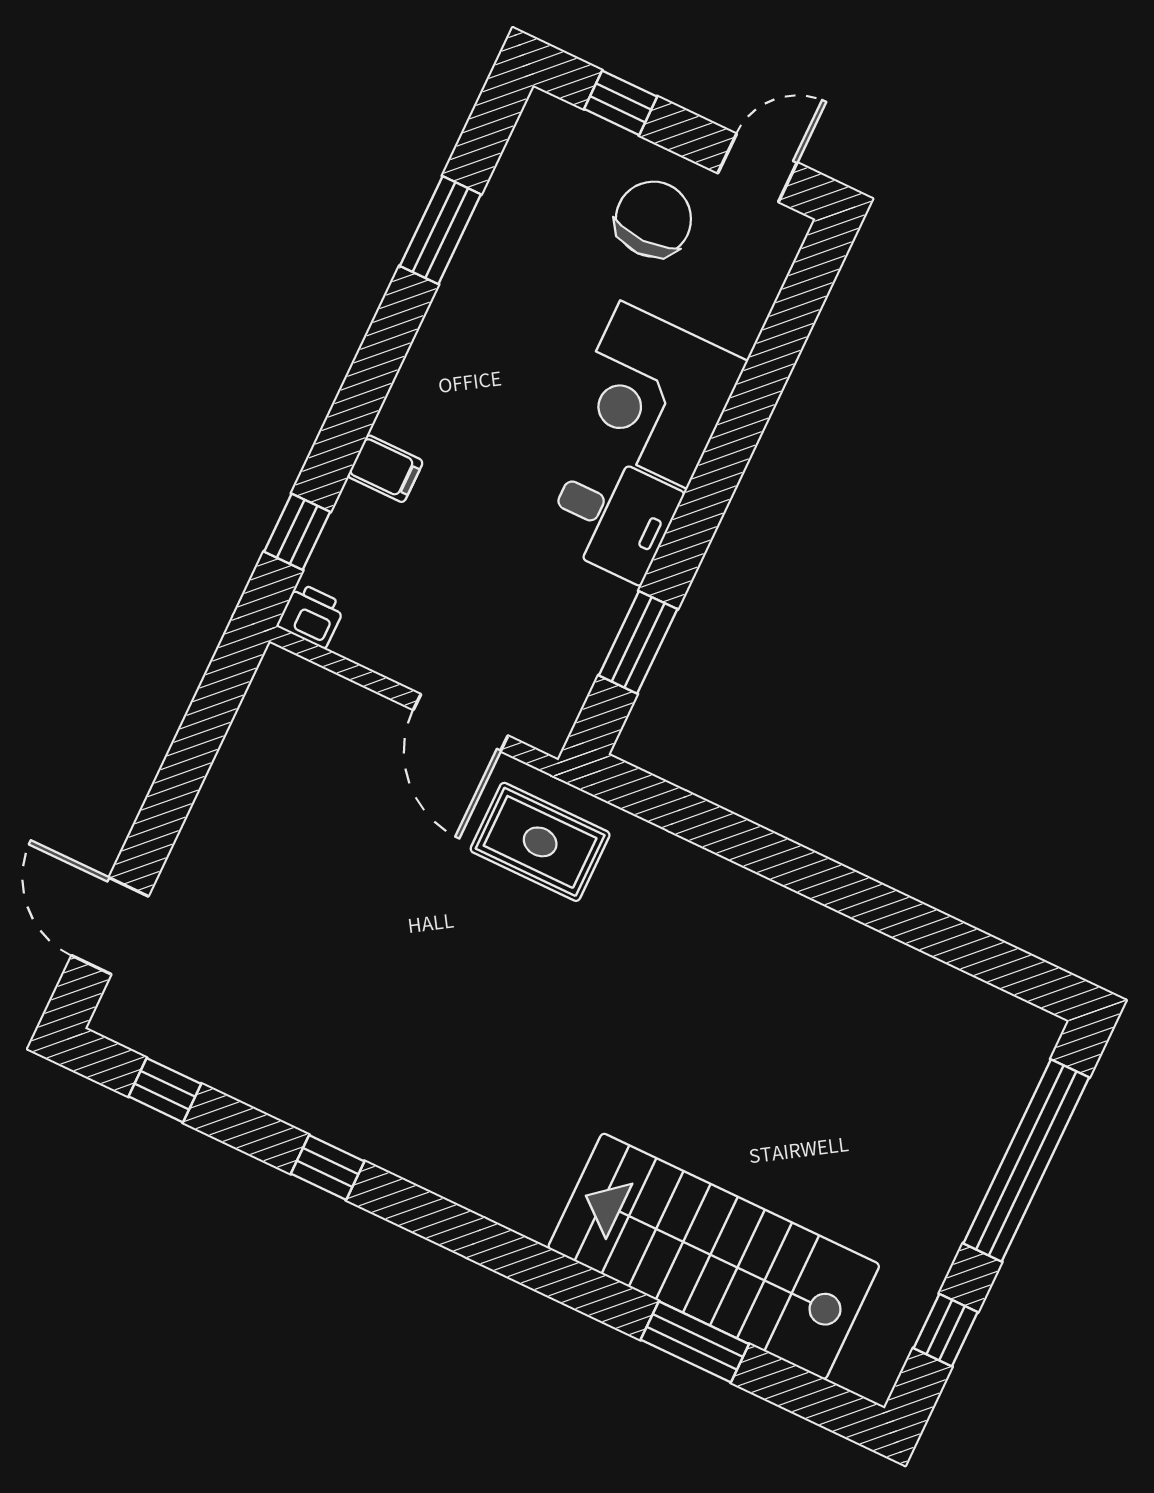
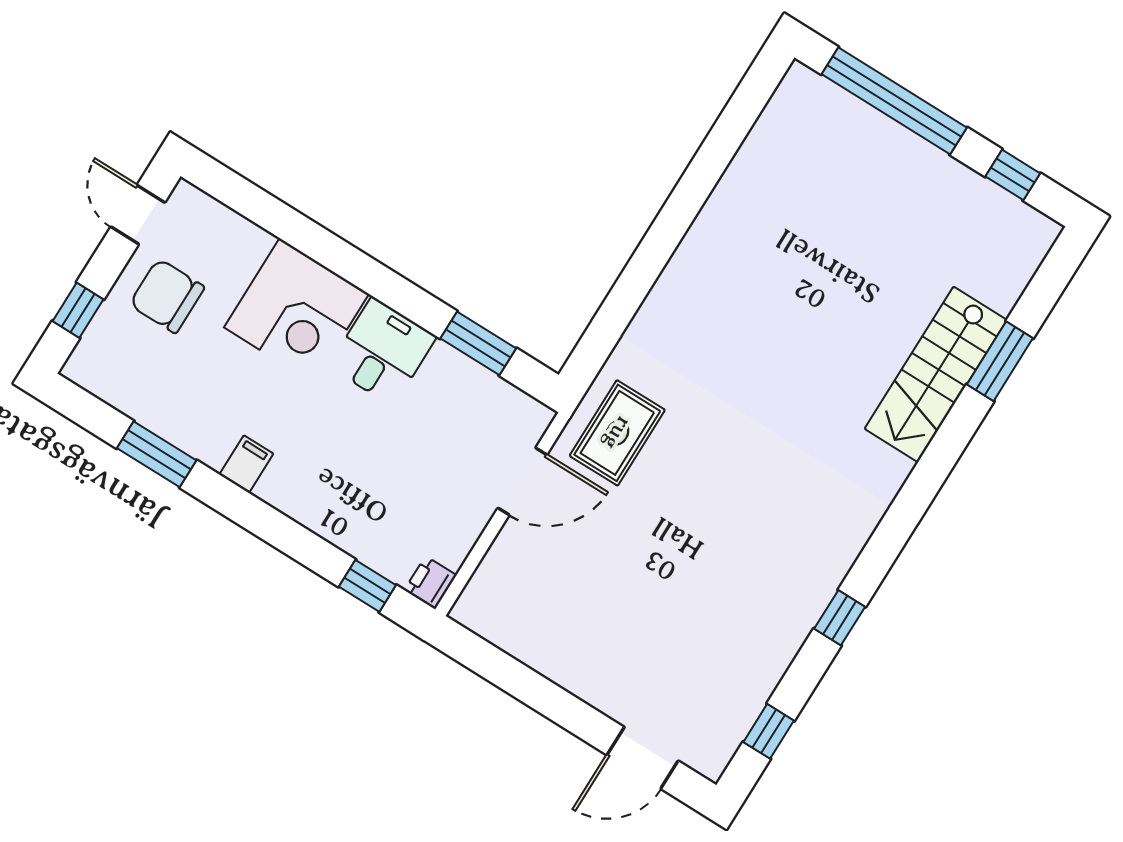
filing cabinet: (385, 469) -> (246, 464), moved
stairs: (714, 1256) -> (936, 374), width x0.73, depth x0.66

